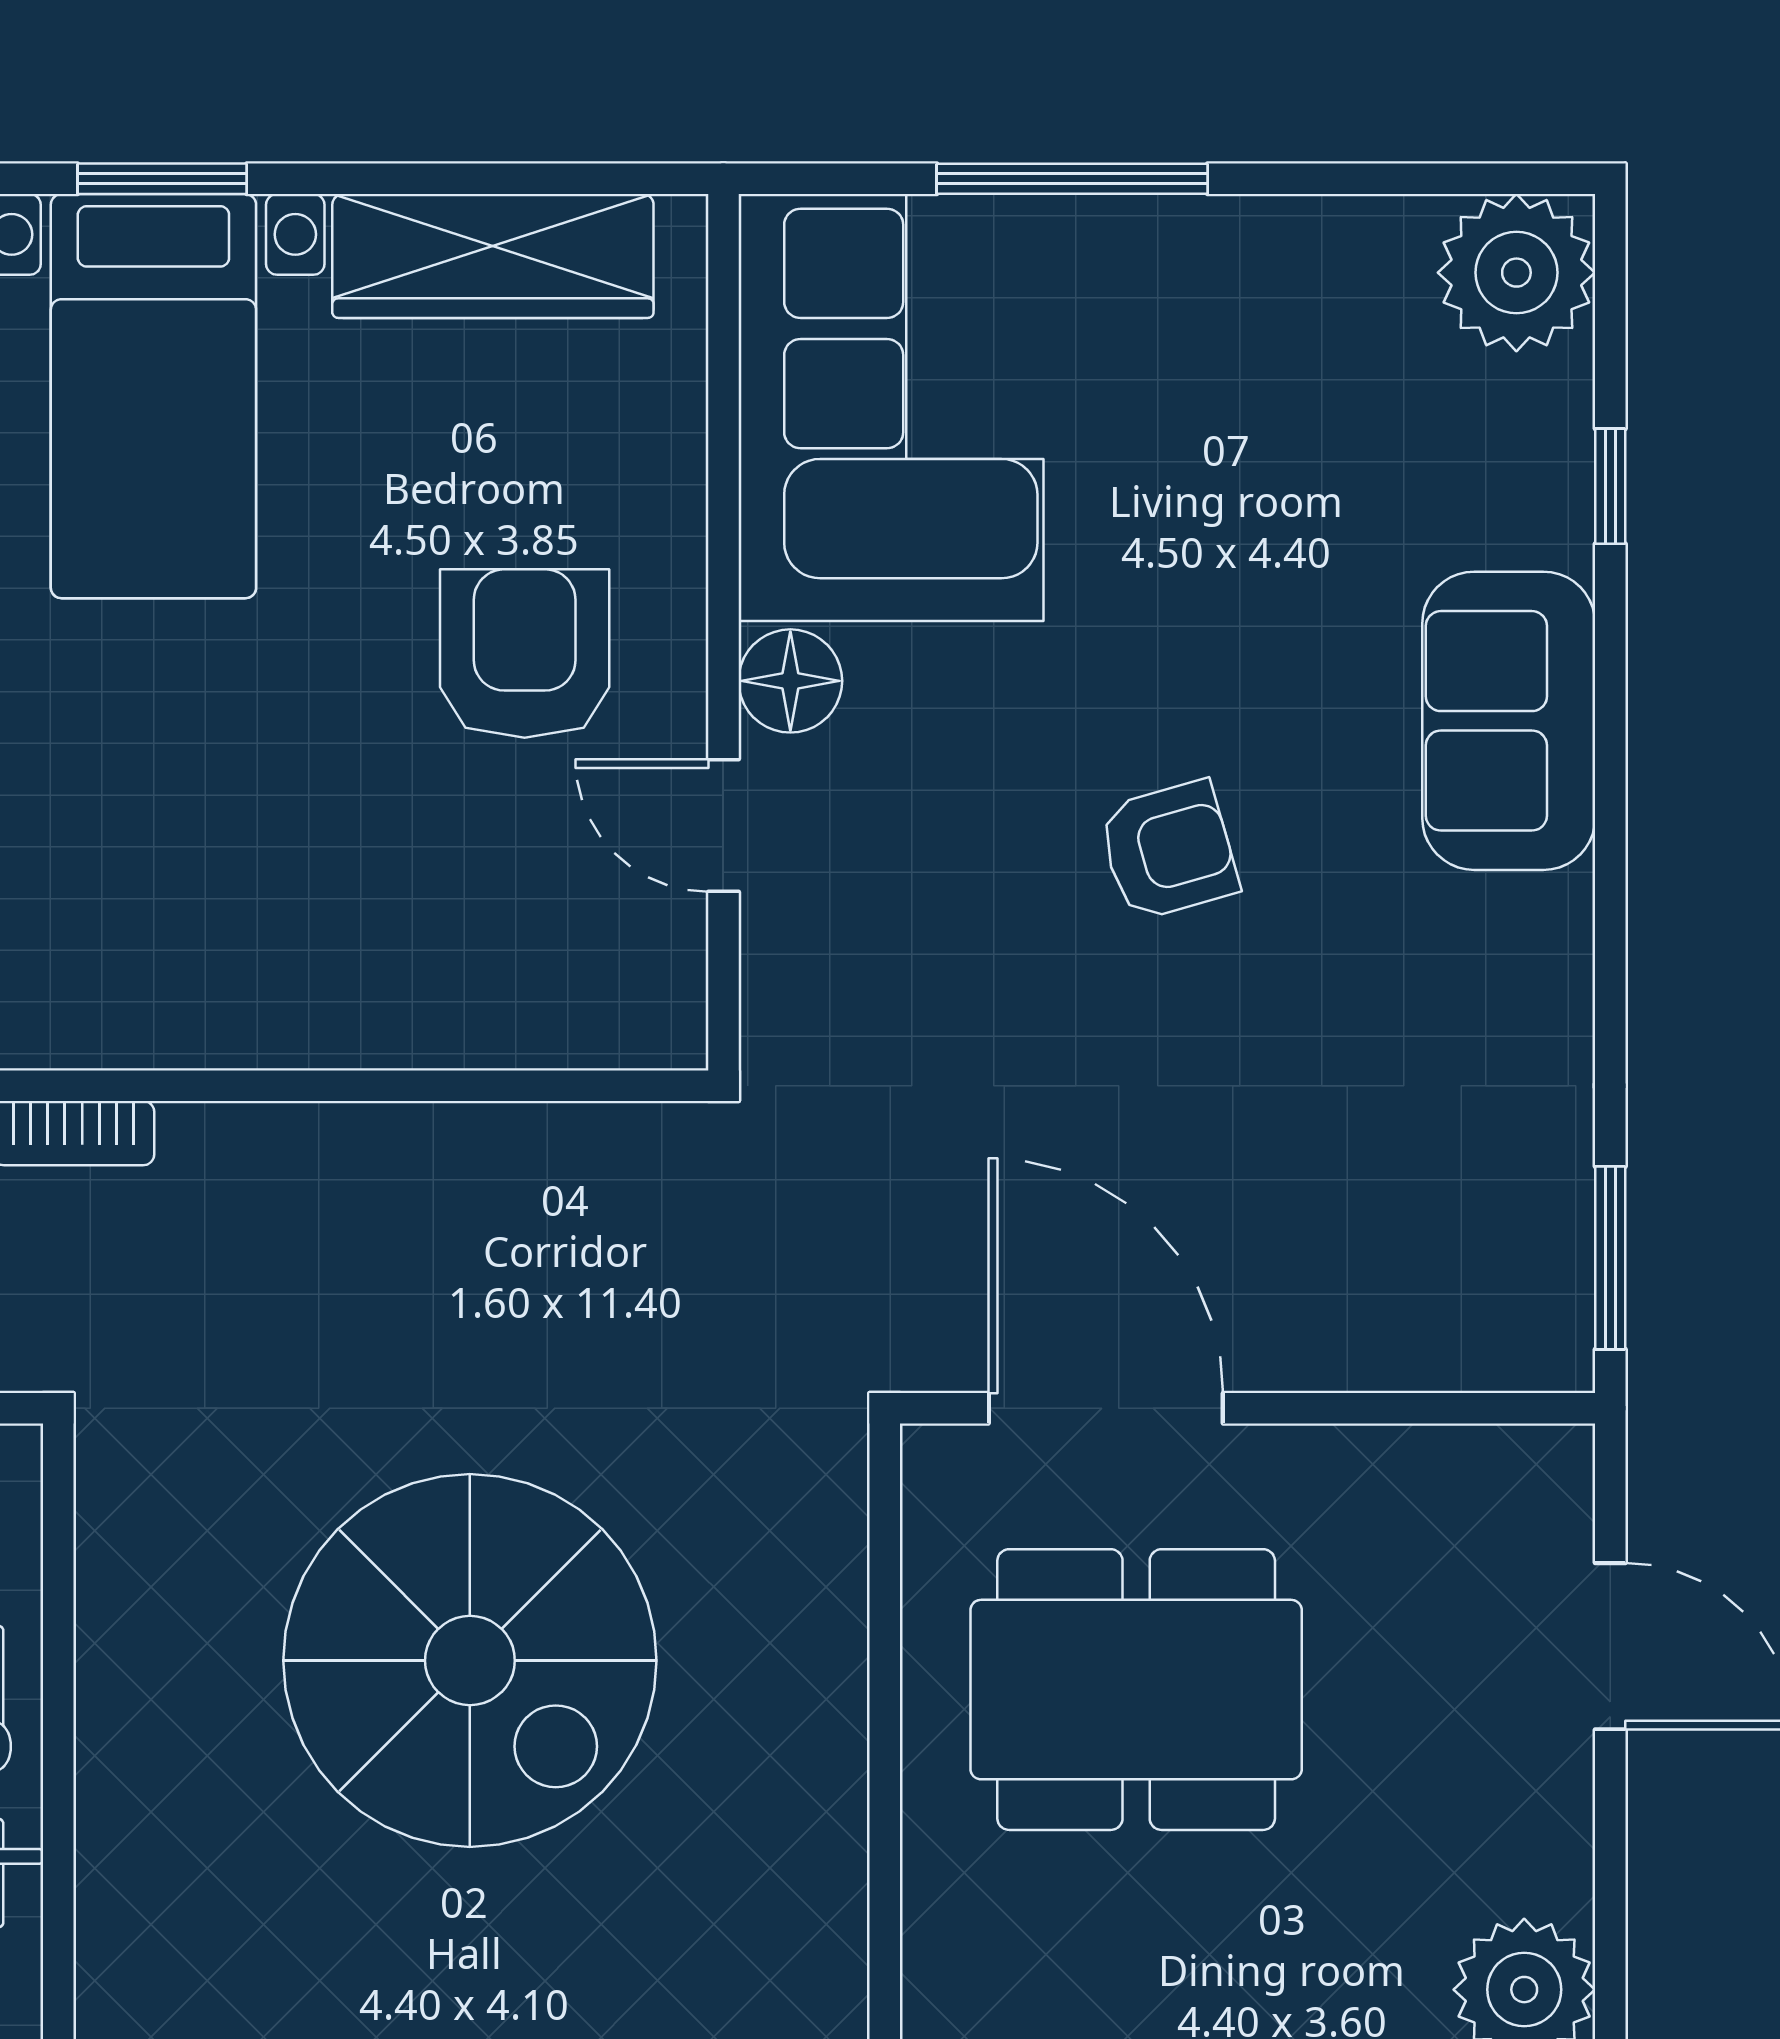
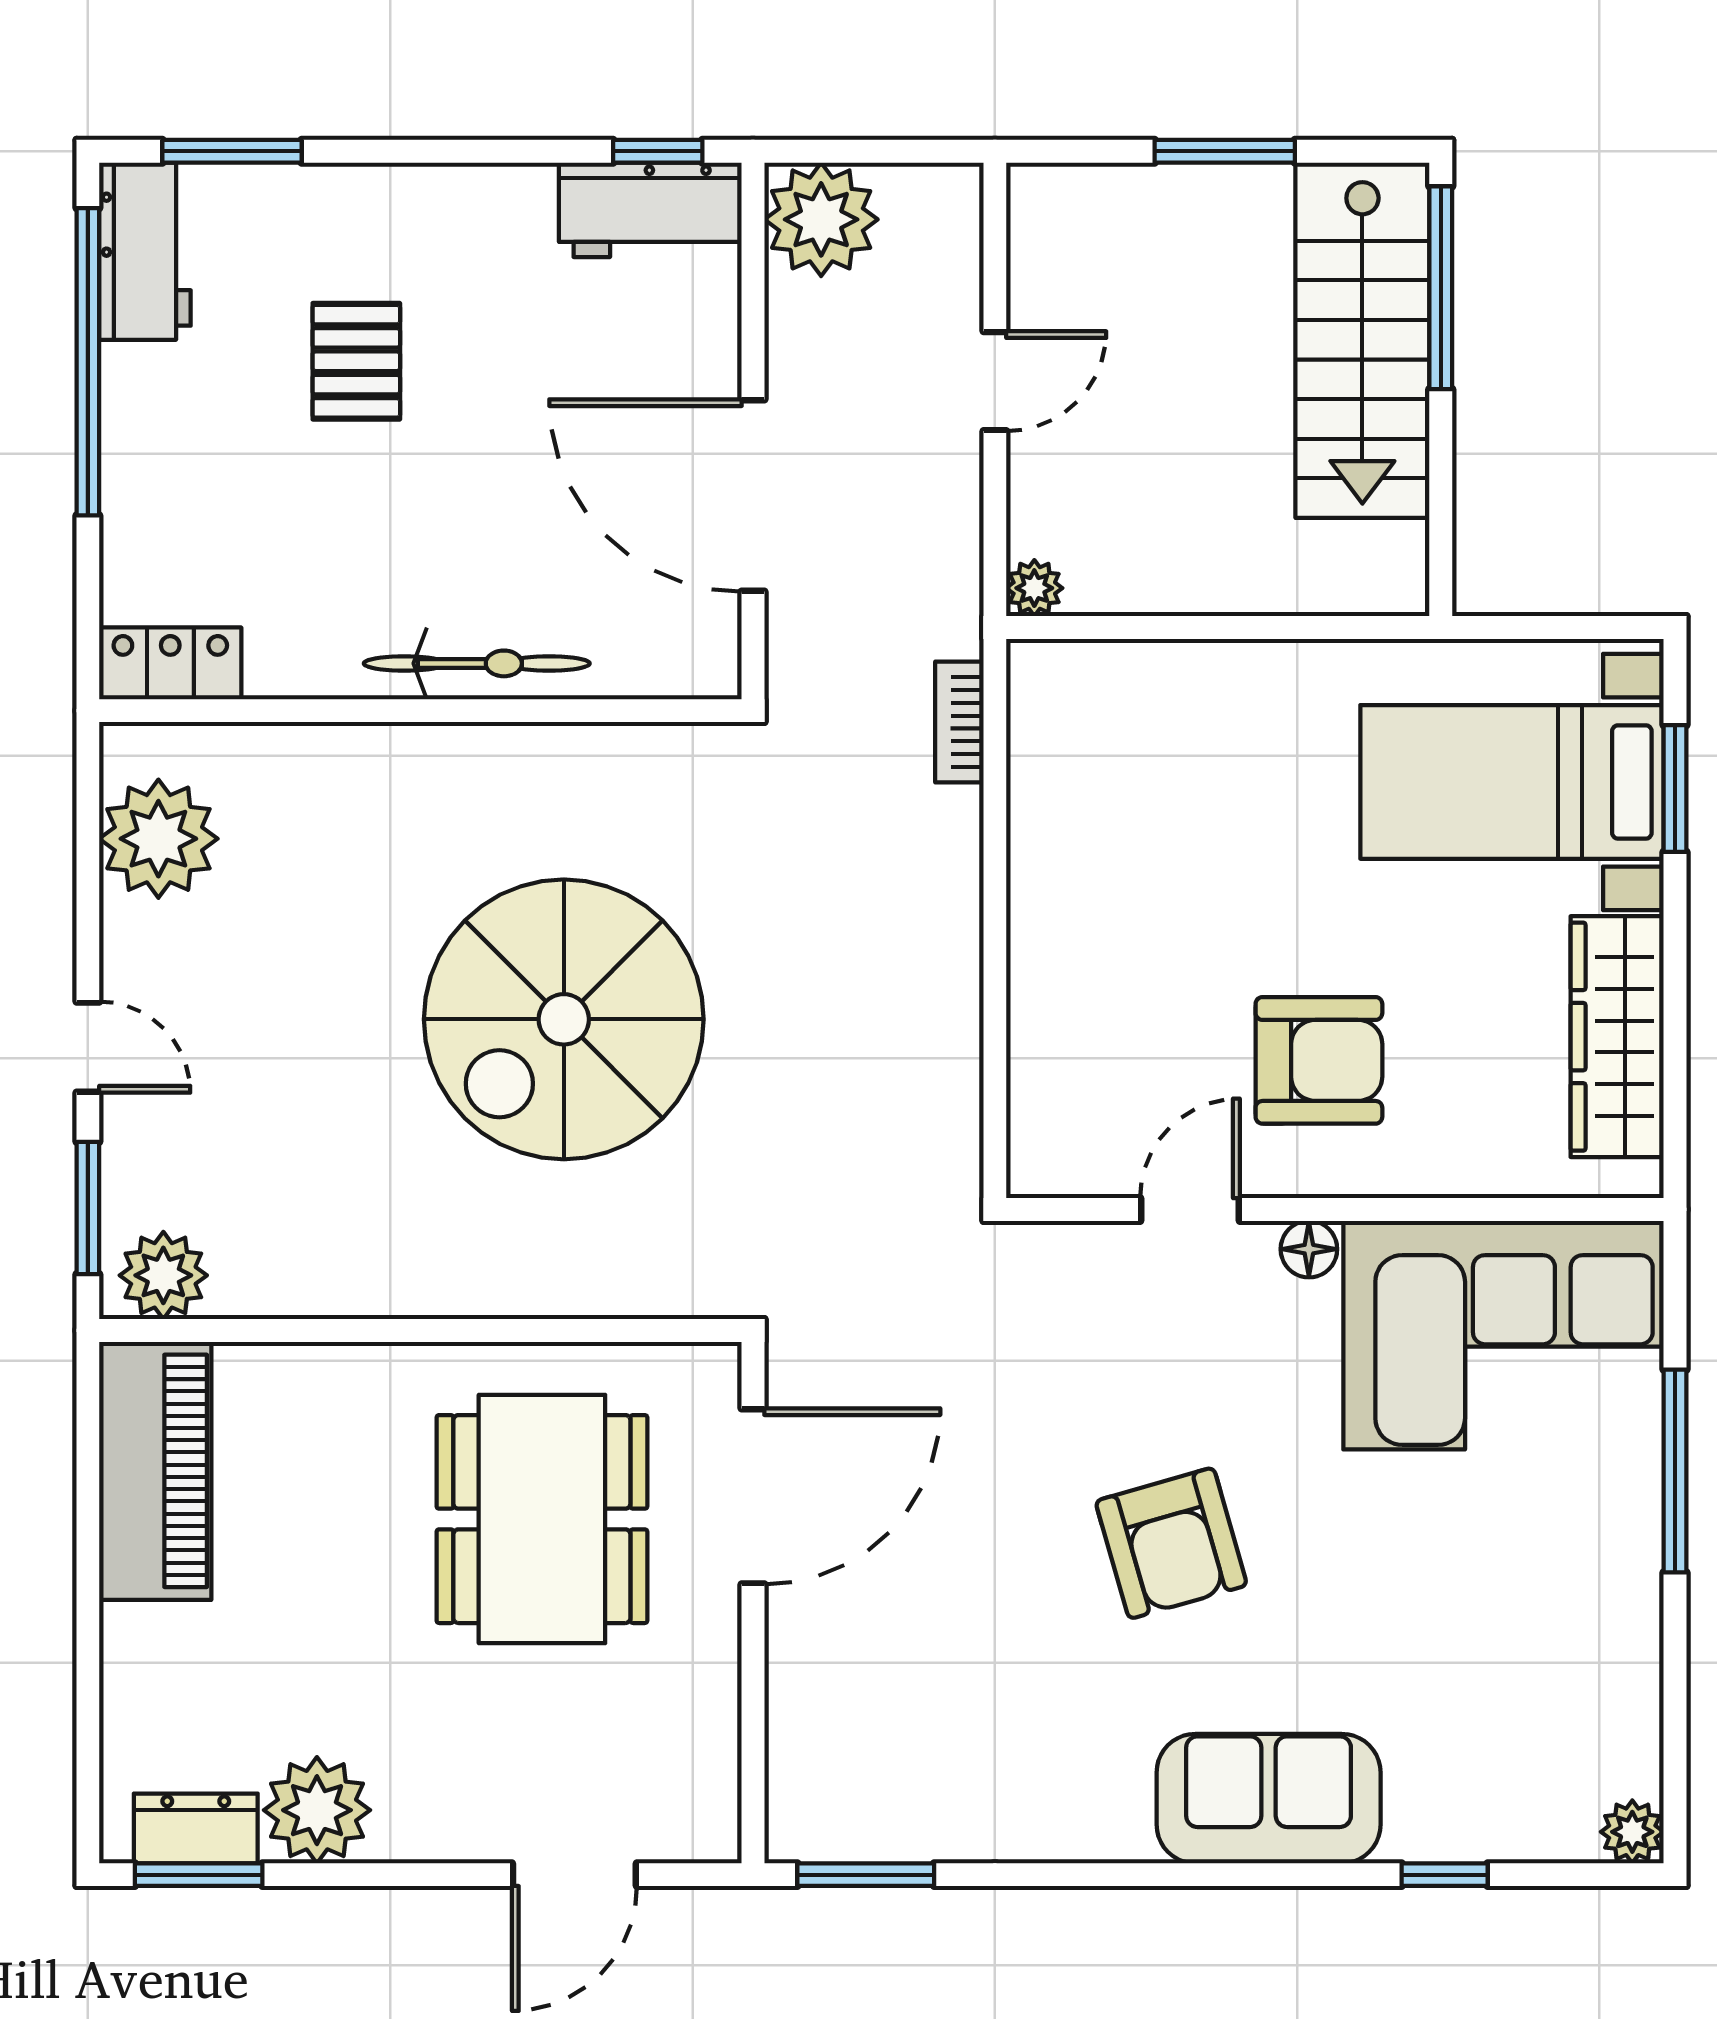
plant: (1516, 273) -> (1632, 1832), width x0.53, depth x0.53
floor lamp: (790, 681) -> (1309, 1249), width x0.73, depth x0.73
armchair: (1168, 851) -> (1171, 1543), width x1.38, depth x1.38

